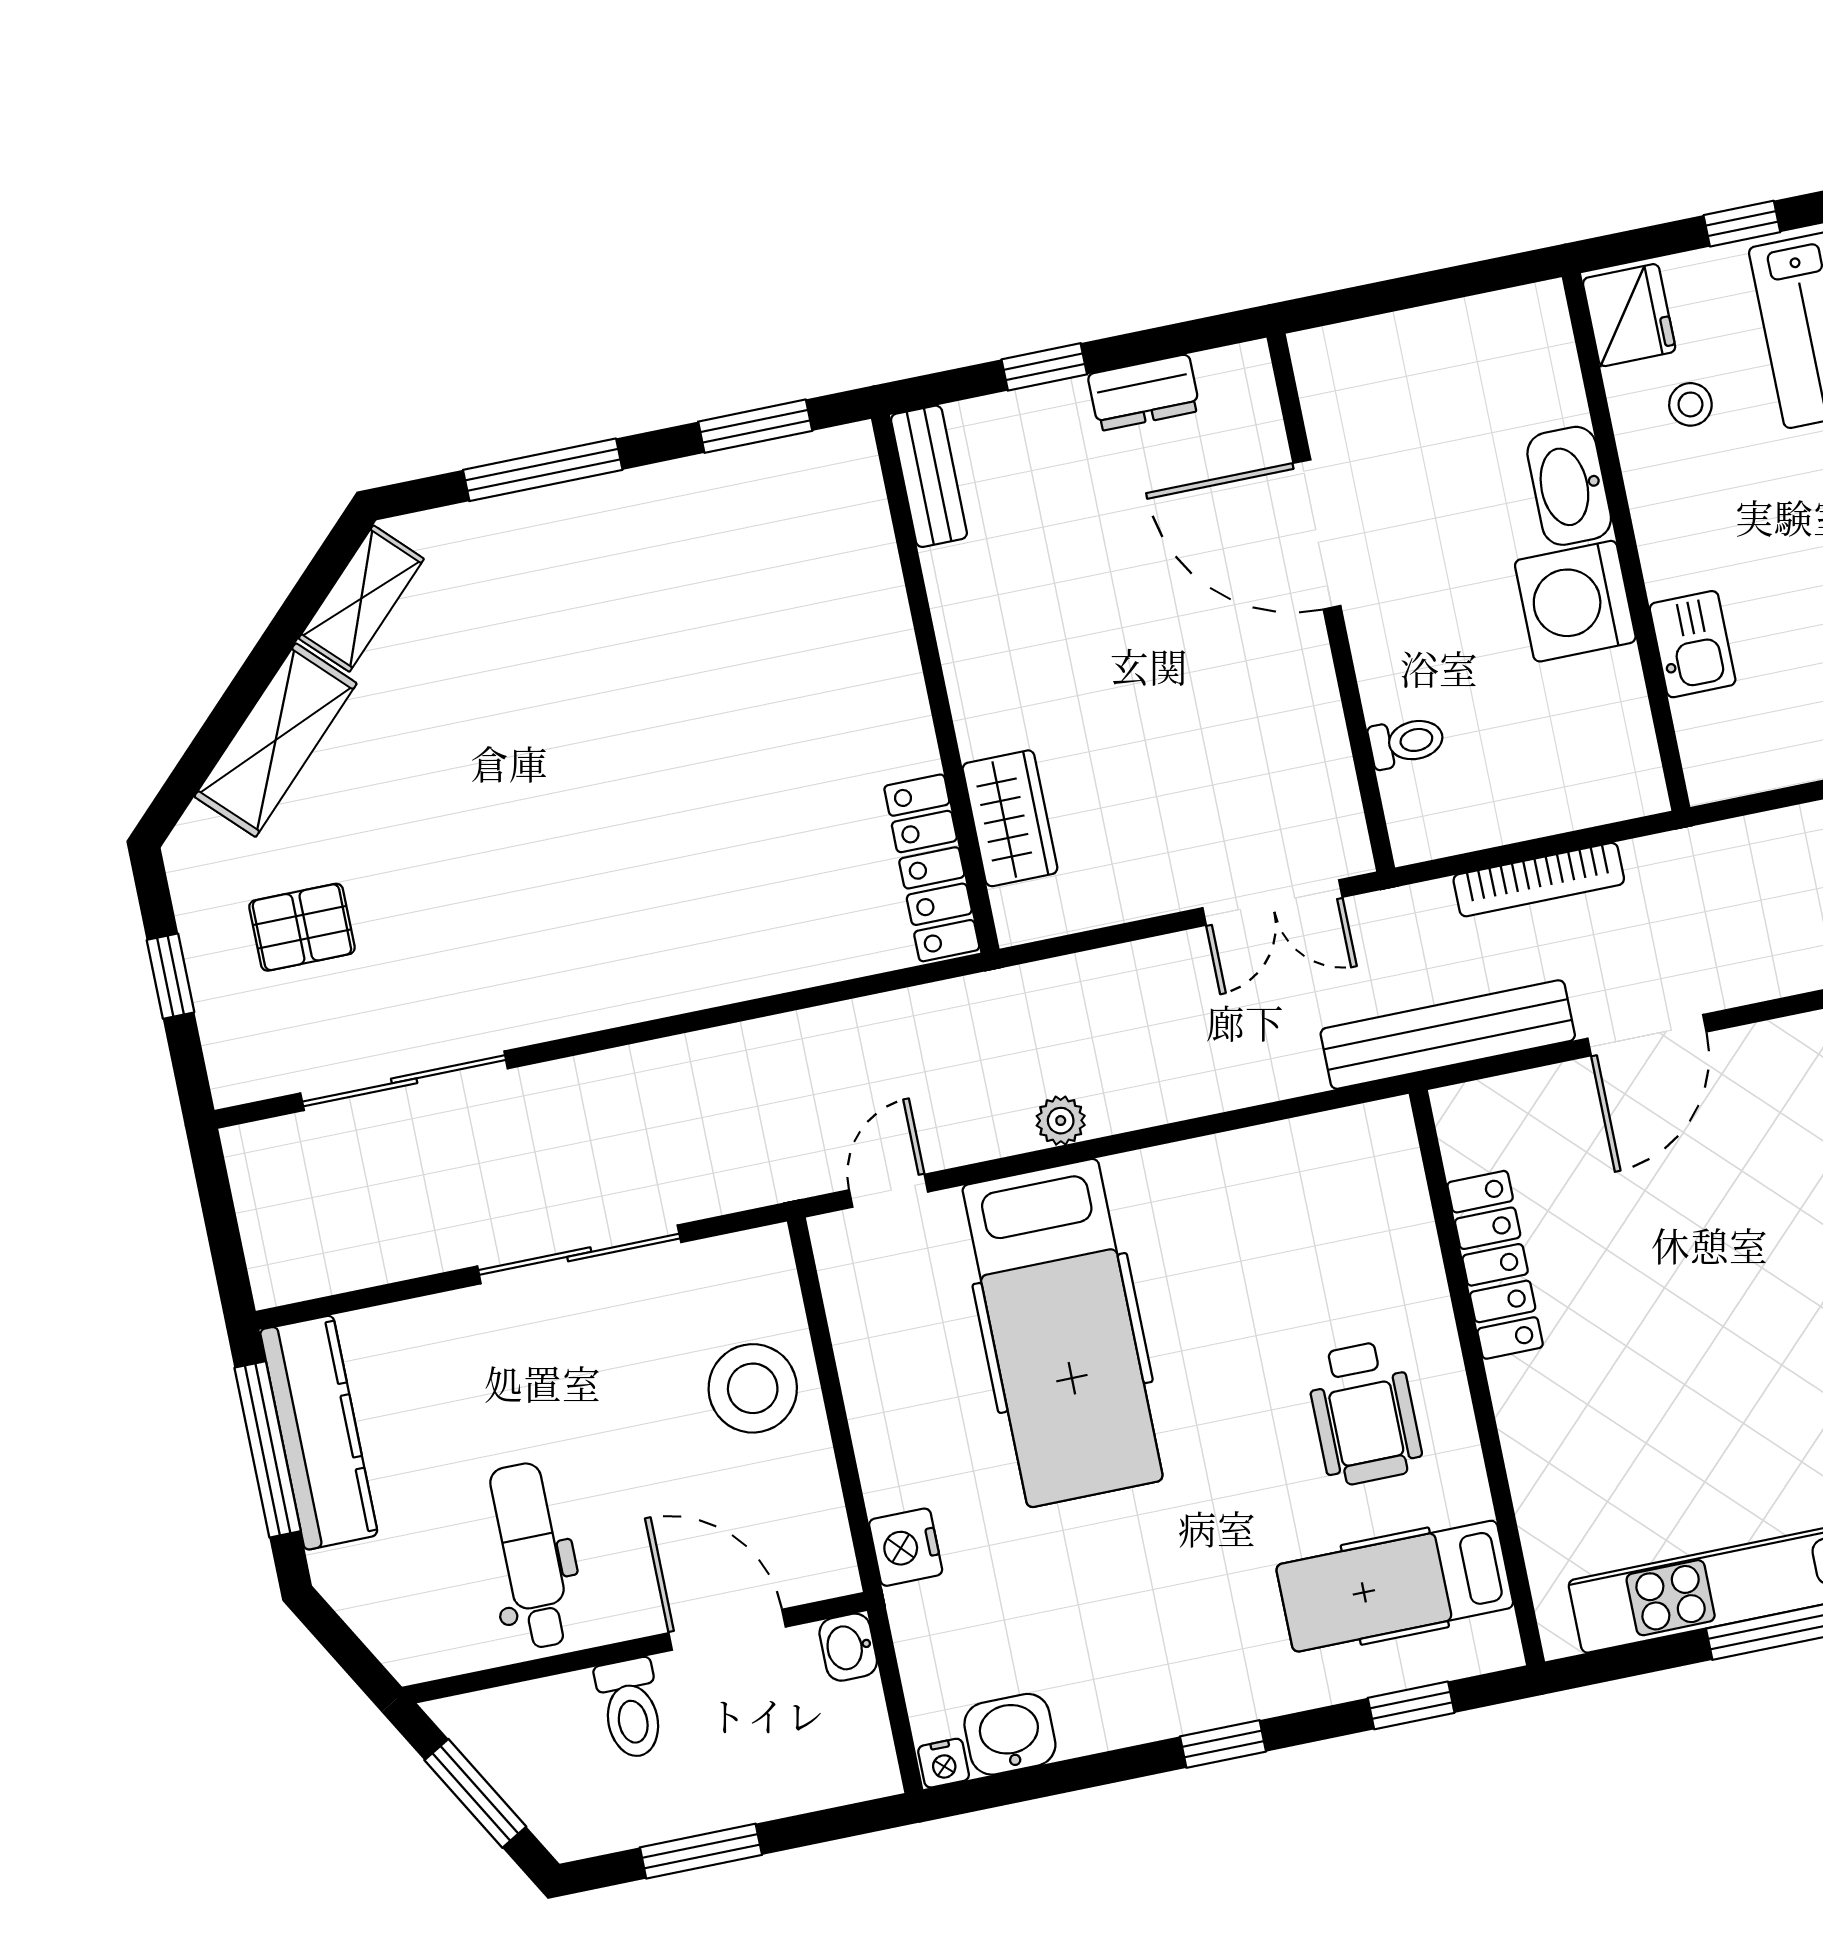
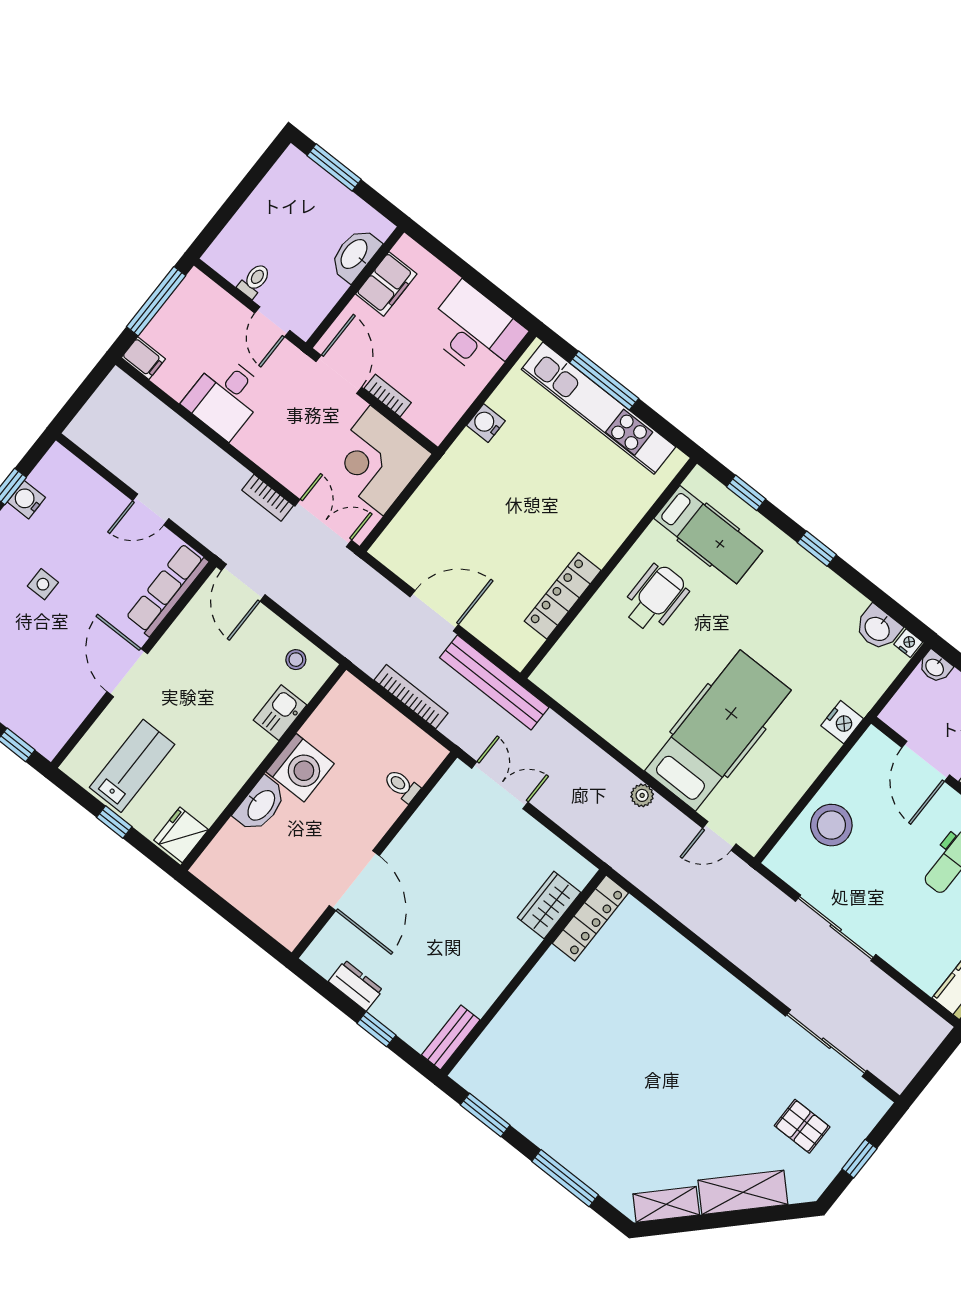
stool: (1690, 404) -> (296, 660), moved
washbasin: (848, 1647) -> (935, 667), moved, turned 90

